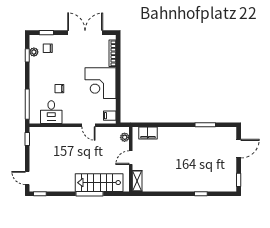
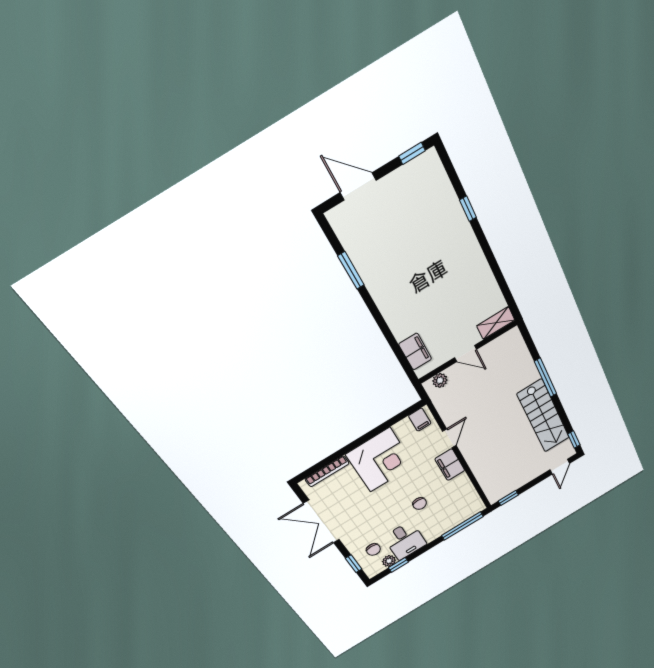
desk: (51, 112) -> (405, 541), moved, turned 90
filing cabinet: (72, 117) -> (450, 465), added
stairs: (99, 183) -> (543, 416), moved

